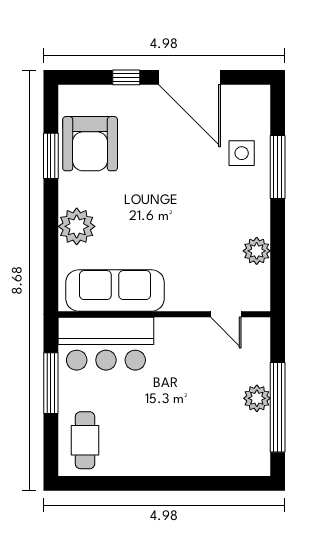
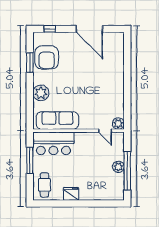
window: (126, 77) -> (50, 29), moved
side table: (242, 153) -> (112, 61), removed
window: (278, 167) -> (127, 67), removed
plant: (257, 251) -> (118, 124), moved
fridge: (147, 461) -> (71, 194), added

